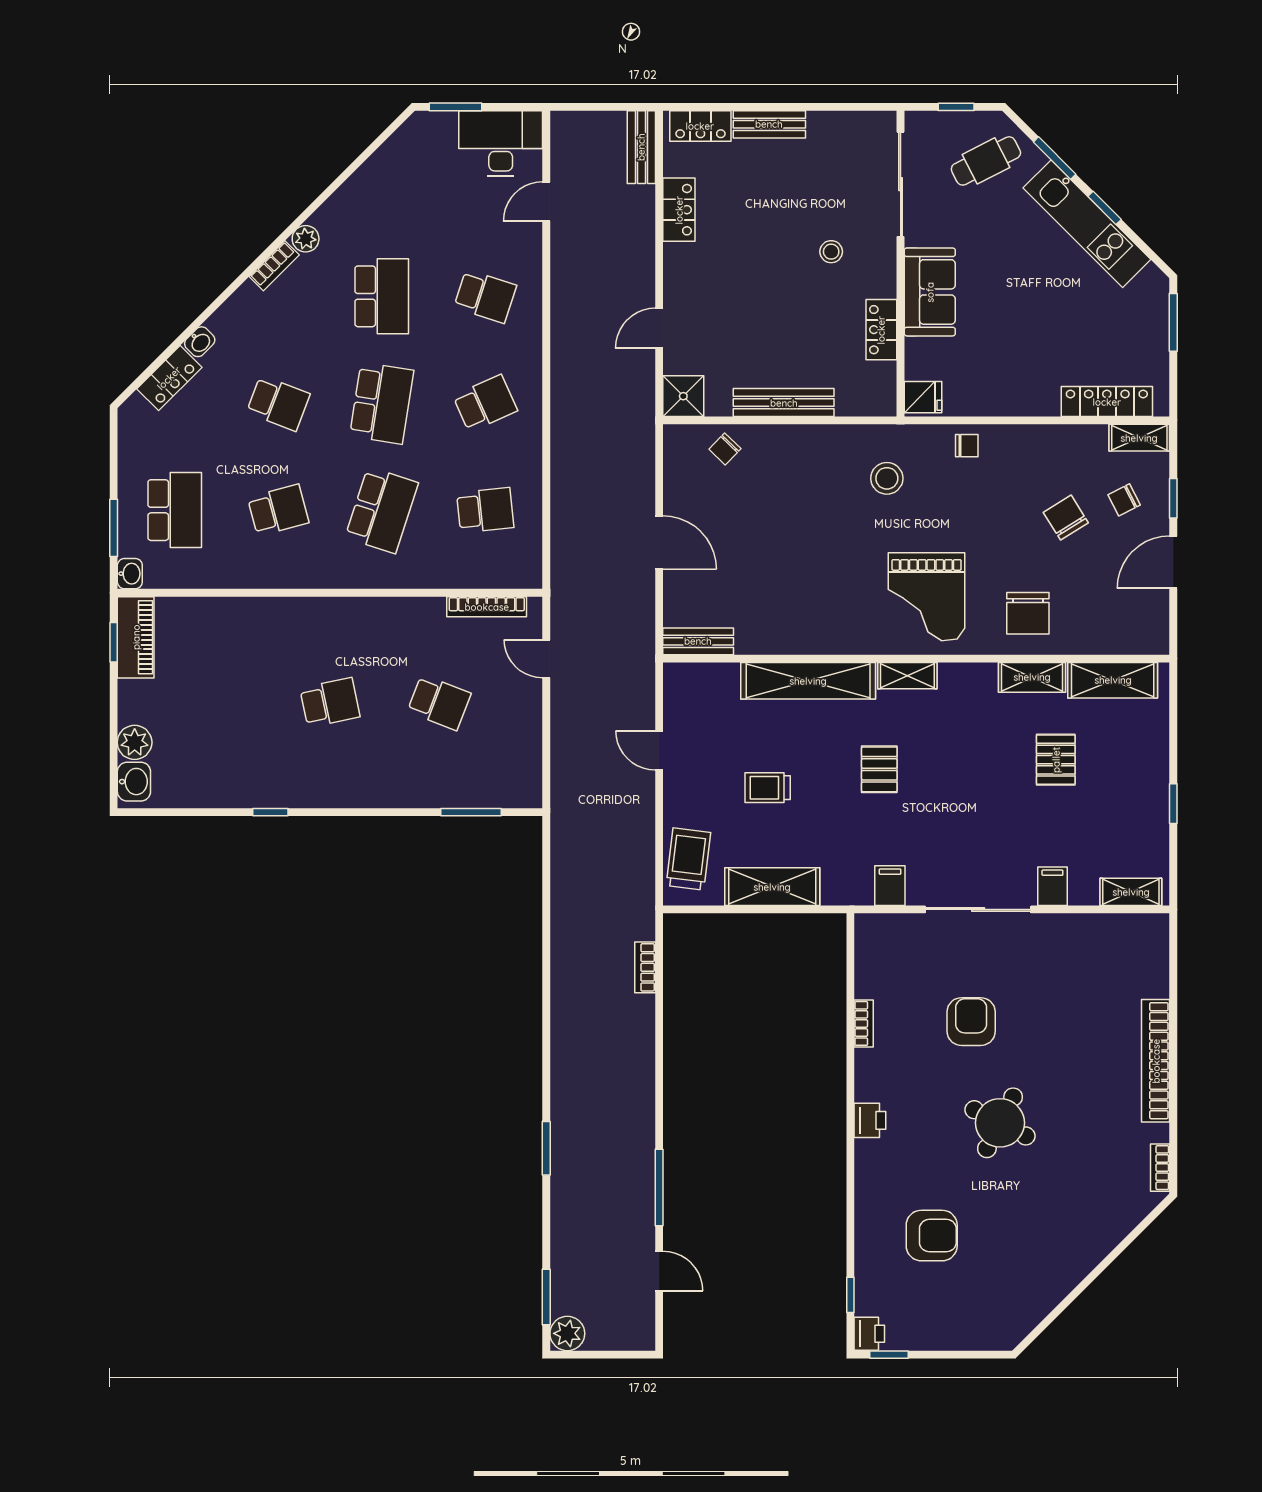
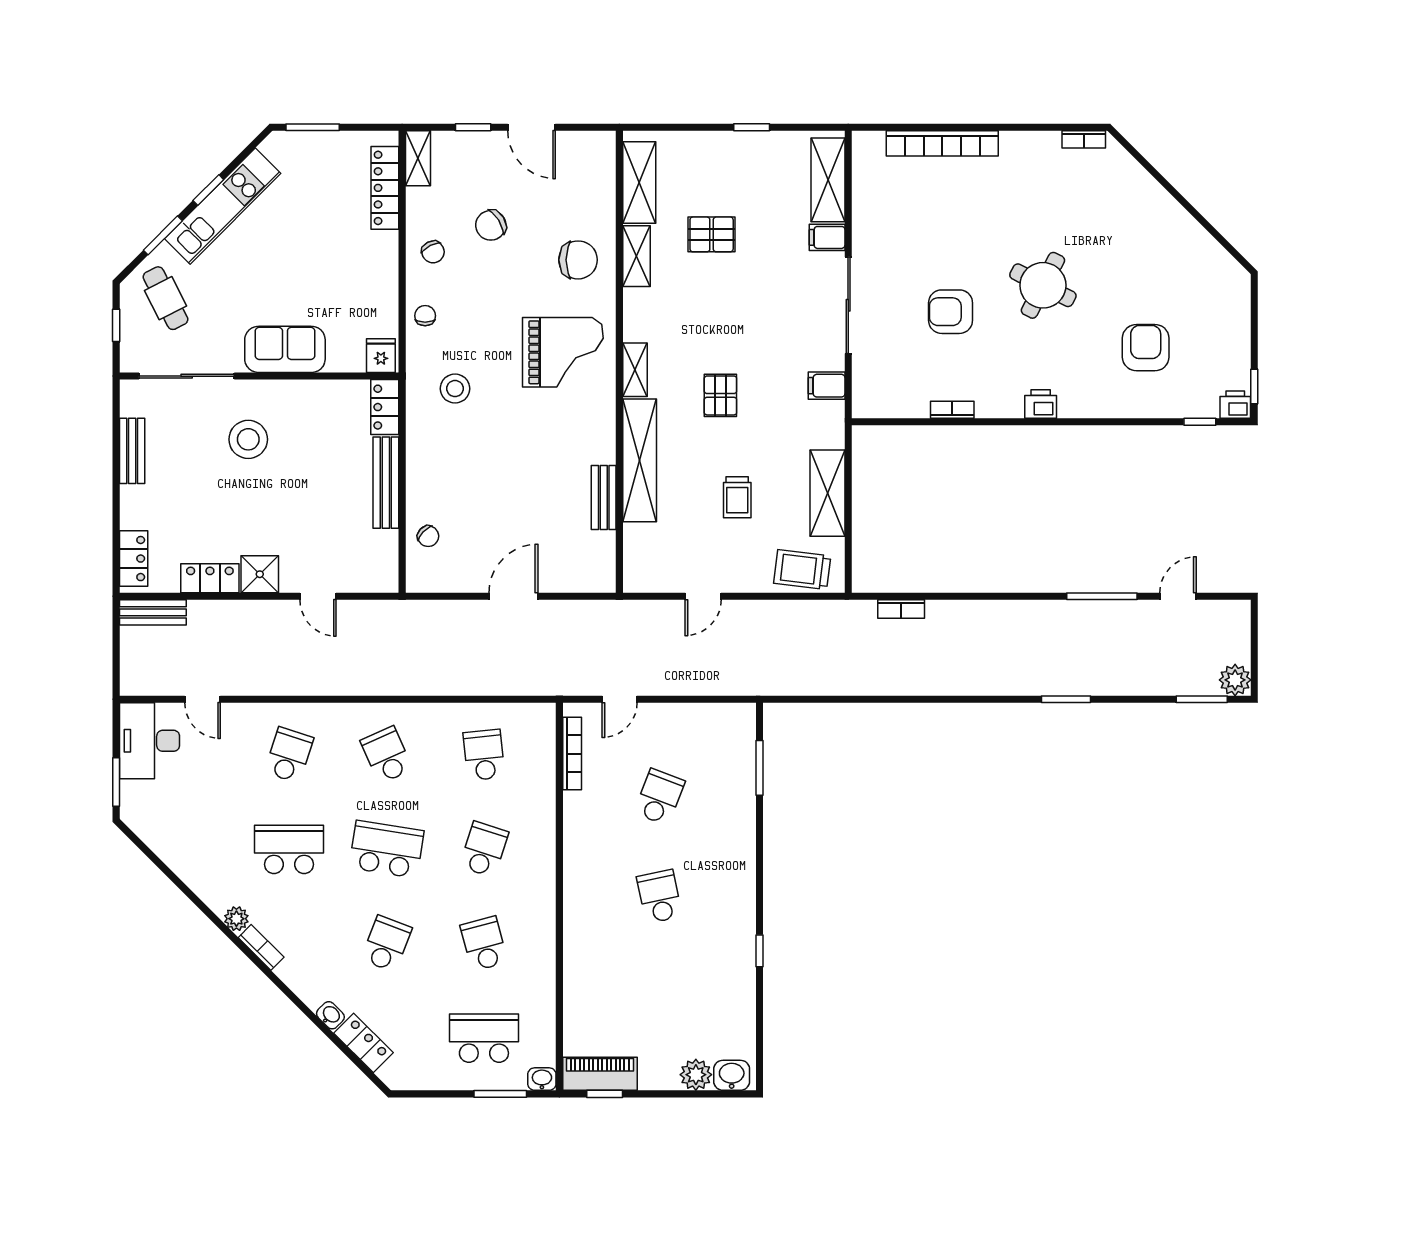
bench: (769, 124) -> (132, 451), moved
stool: (831, 252) -> (248, 439), width x1.89, depth x1.89
locker: (881, 330) -> (385, 407), moved, turned 90
shower: (683, 396) -> (260, 574), moved
chair: (1124, 500) -> (433, 252), moved
school desk: (382, 510) -> (484, 849), width x0.54
bench: (698, 641) -> (604, 498), moved
pallet: (879, 769) -> (720, 395), turned 90
shelving: (1131, 892) -> (828, 180), width x1.50, depth x1.33
bookcase: (1156, 1061) -> (942, 143), moved

